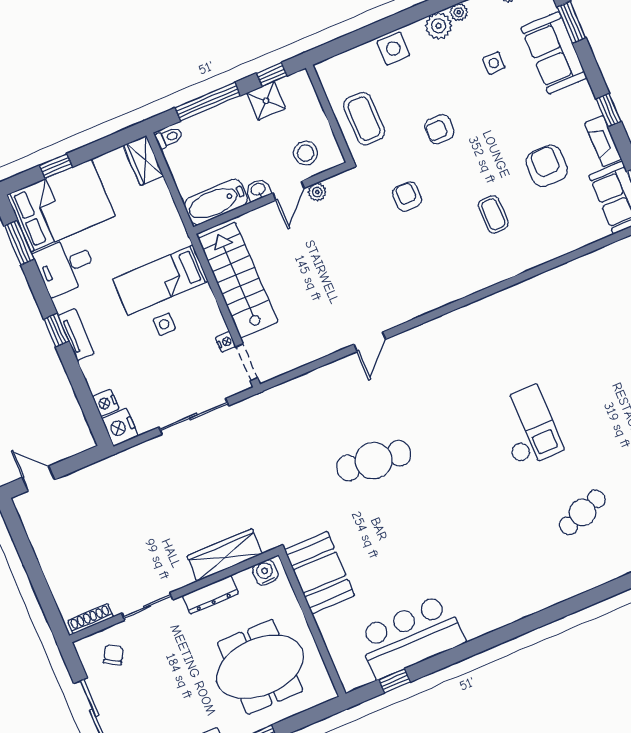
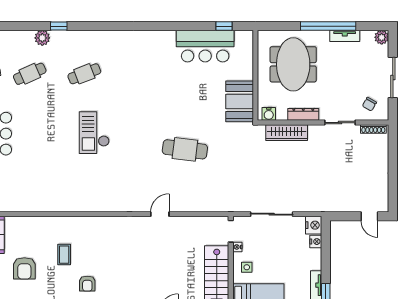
armchair: (407, 197) -> (87, 284), moved
side table: (164, 324) -> (247, 267), moved
meeting table: (260, 667) -> (293, 64), turned 90

